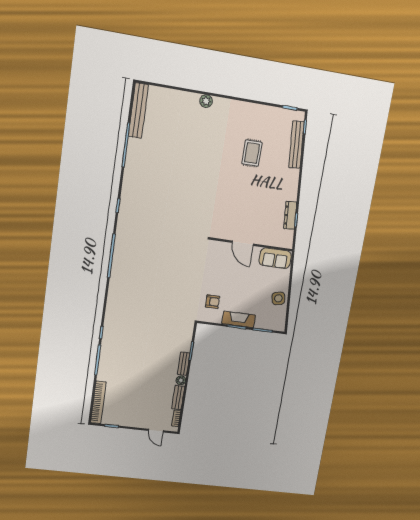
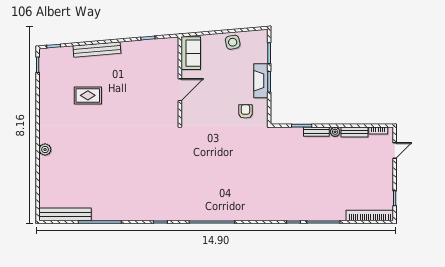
bench: (296, 145) -> (97, 49), moved
dresser: (290, 215) -> (144, 45), removed

